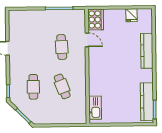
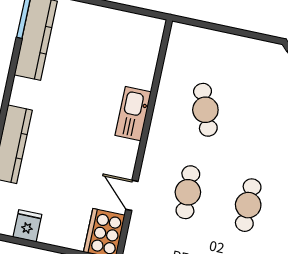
cafe table: (33, 87) -> (248, 205), moved
kitchen sink: (95, 108) -> (133, 114), moved

